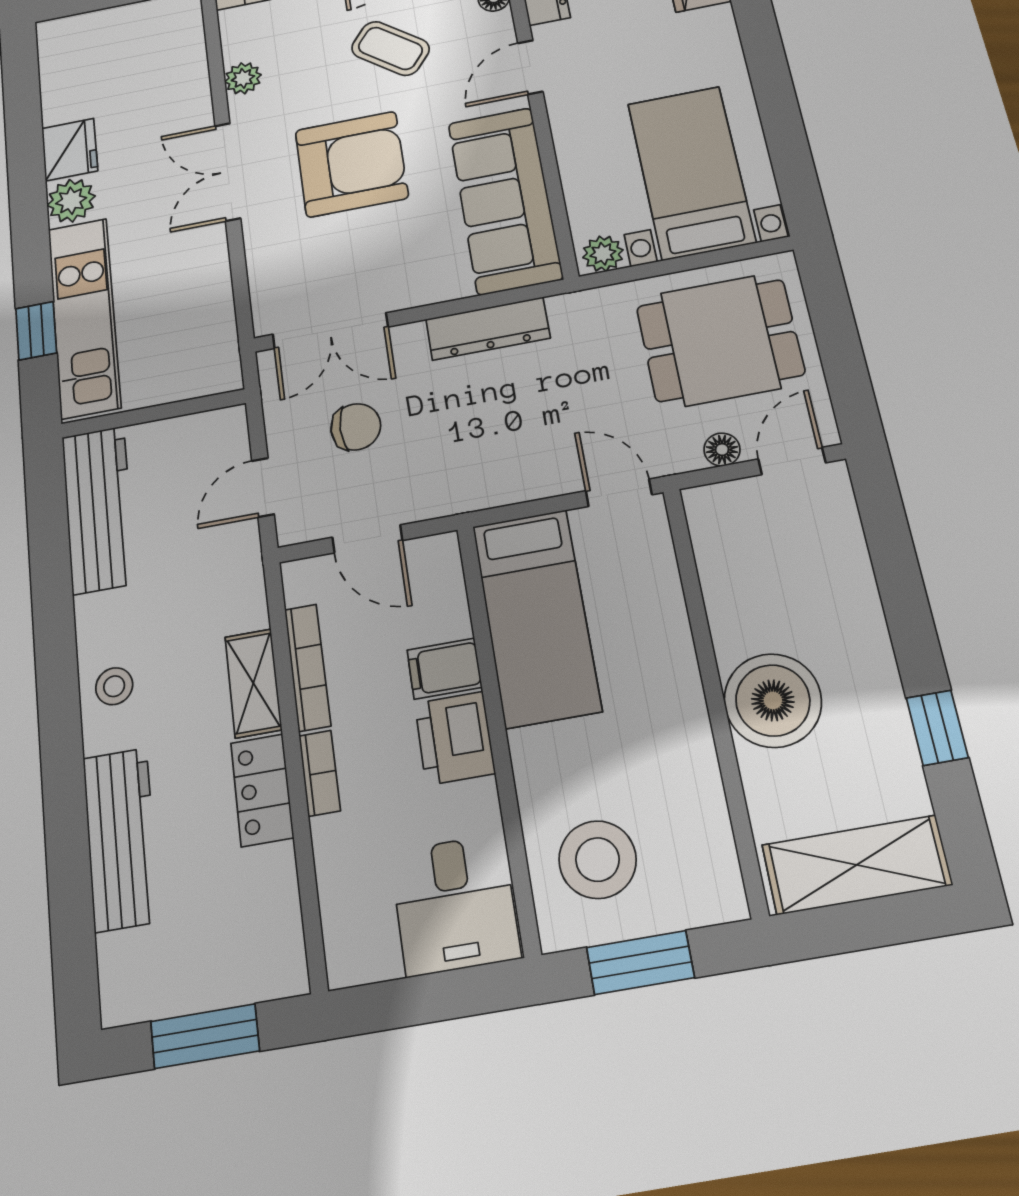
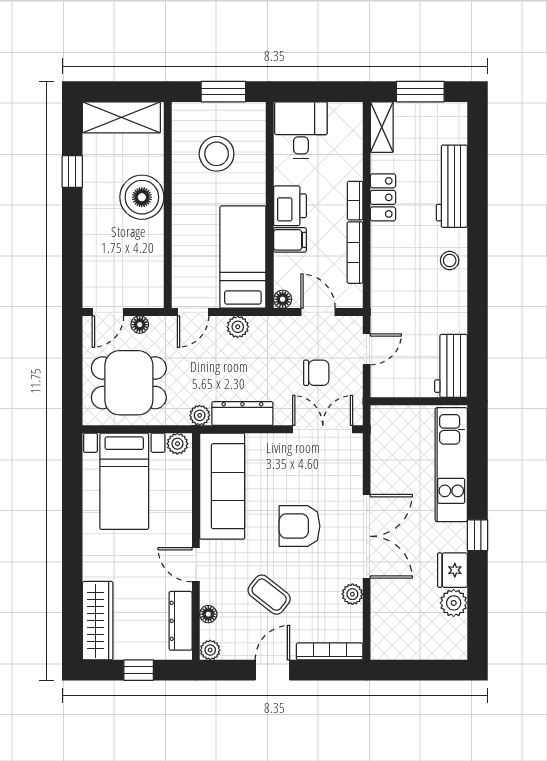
door: (530, 67) -> (196, 565), swing flipped
armchair: (351, 164) -> (300, 526), width x0.73, depth x0.73
double door: (228, 172) -> (367, 536), width x1.37
plant: (71, 201) -> (454, 603), moved
plant: (570, 310) -> (200, 415), added
window: (36, 331) -> (477, 535), moved
chair: (356, 427) -> (316, 373), turned 180
plant: (524, 482) -> (238, 327), added
door: (619, 493) -> (193, 312), hinge flipped
workbench: (99, 509) -> (451, 366), width x0.73
floor lamp: (442, 550) -> (283, 299), added
shelving: (253, 683) -> (382, 127), moved
stool: (598, 860) -> (217, 154), moved

